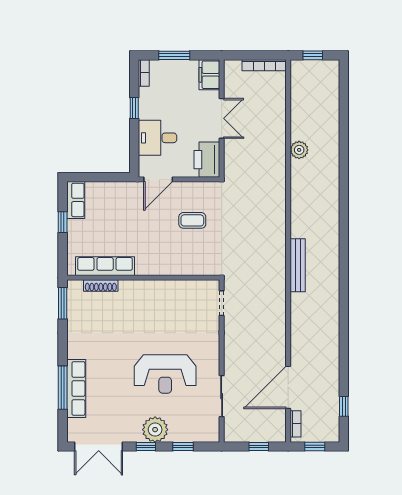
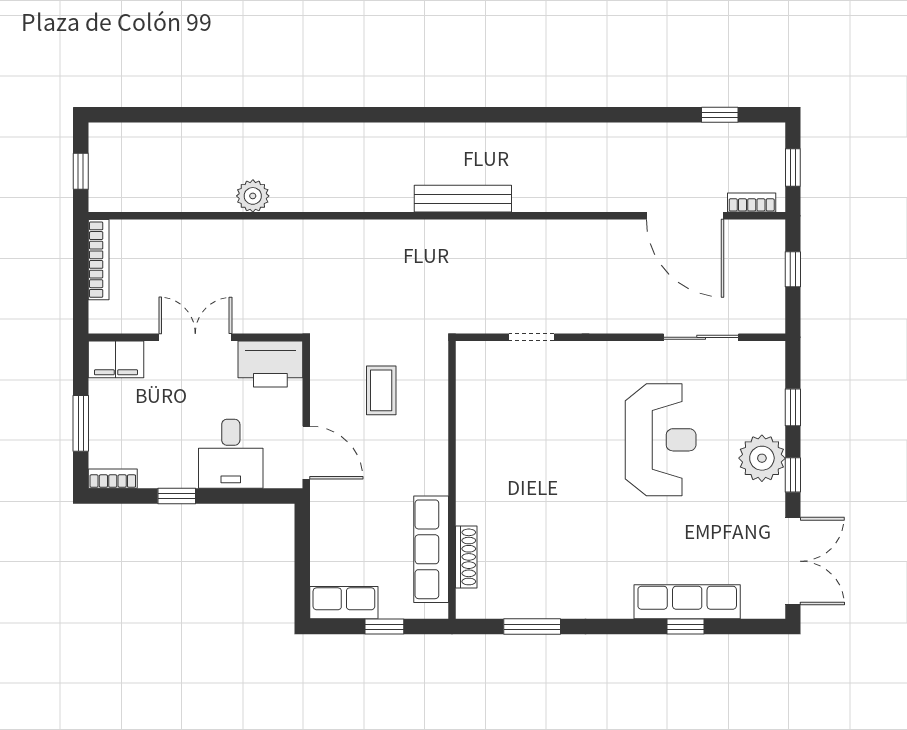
row of seats: (105, 266) -> (431, 549), moved
wall: (143, 278) -> (452, 480), moved
shoe rack: (101, 285) -> (466, 557), moved
window: (63, 388) -> (685, 627), width x0.46

